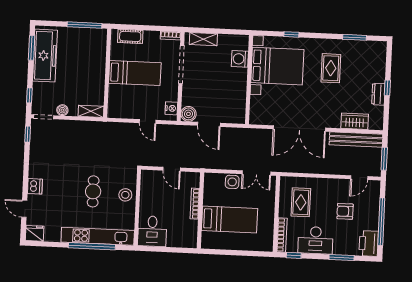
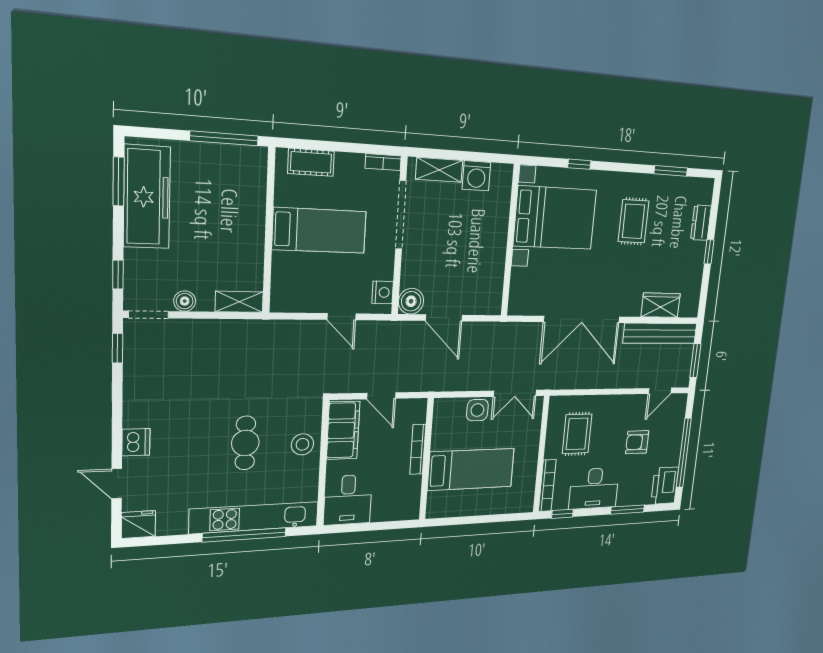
washing machine: (240, 59) -> (476, 176), moved, turned -90
dresser: (378, 94) -> (701, 223), moved
filing cabinet: (149, 188) -> (343, 430), added

